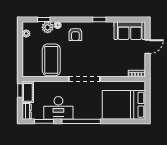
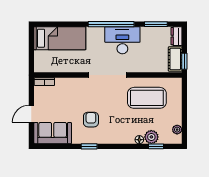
armchair: (75, 34) -> (91, 120), moved
coffee table: (51, 60) -> (147, 98), turned 90
bed: (124, 105) -> (60, 38), width x0.67
desk: (58, 108) -> (122, 40), moved

